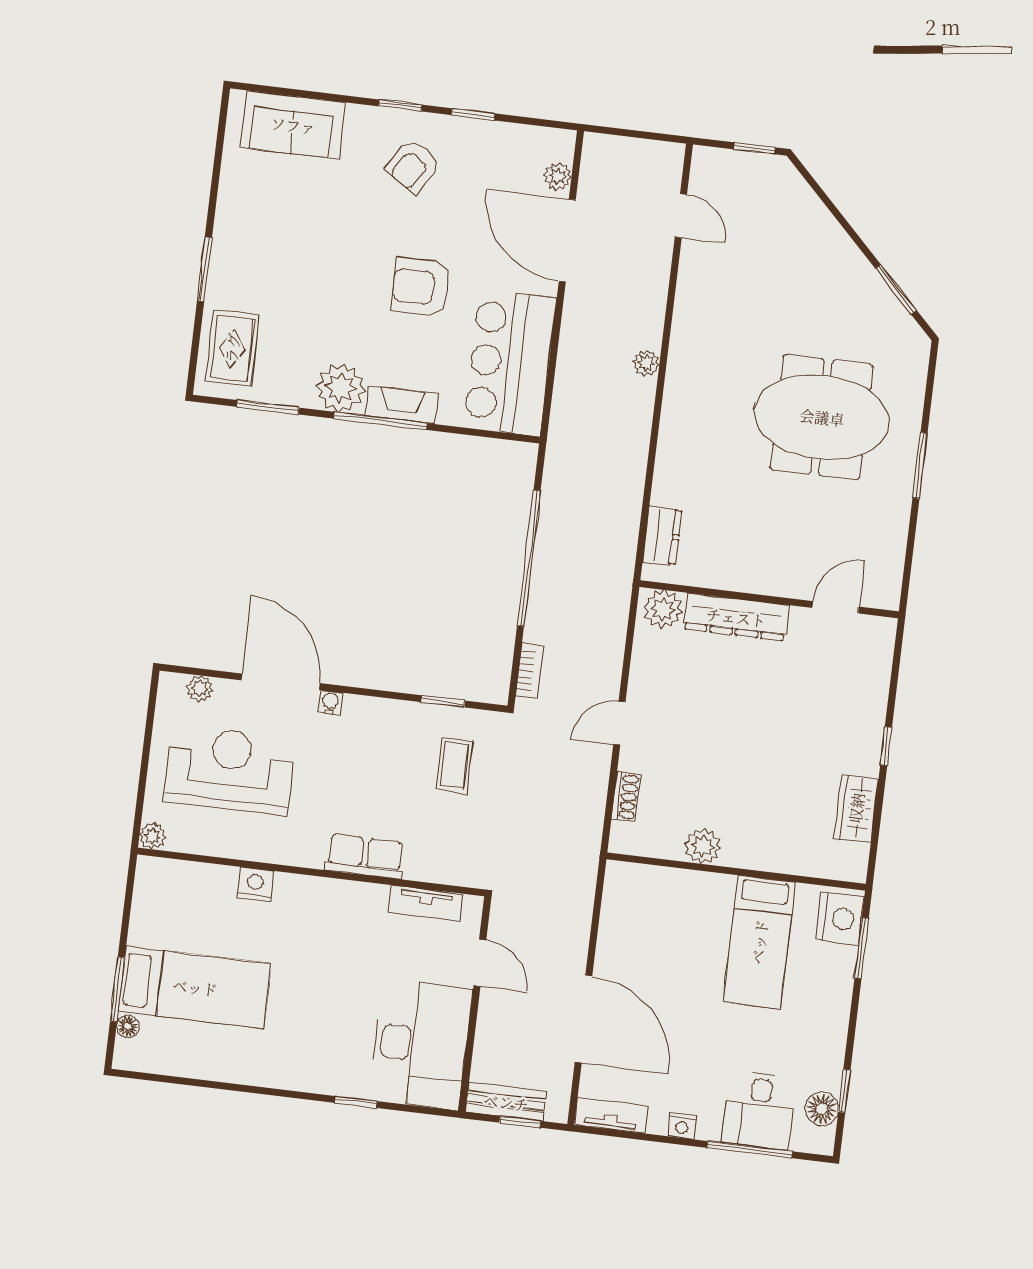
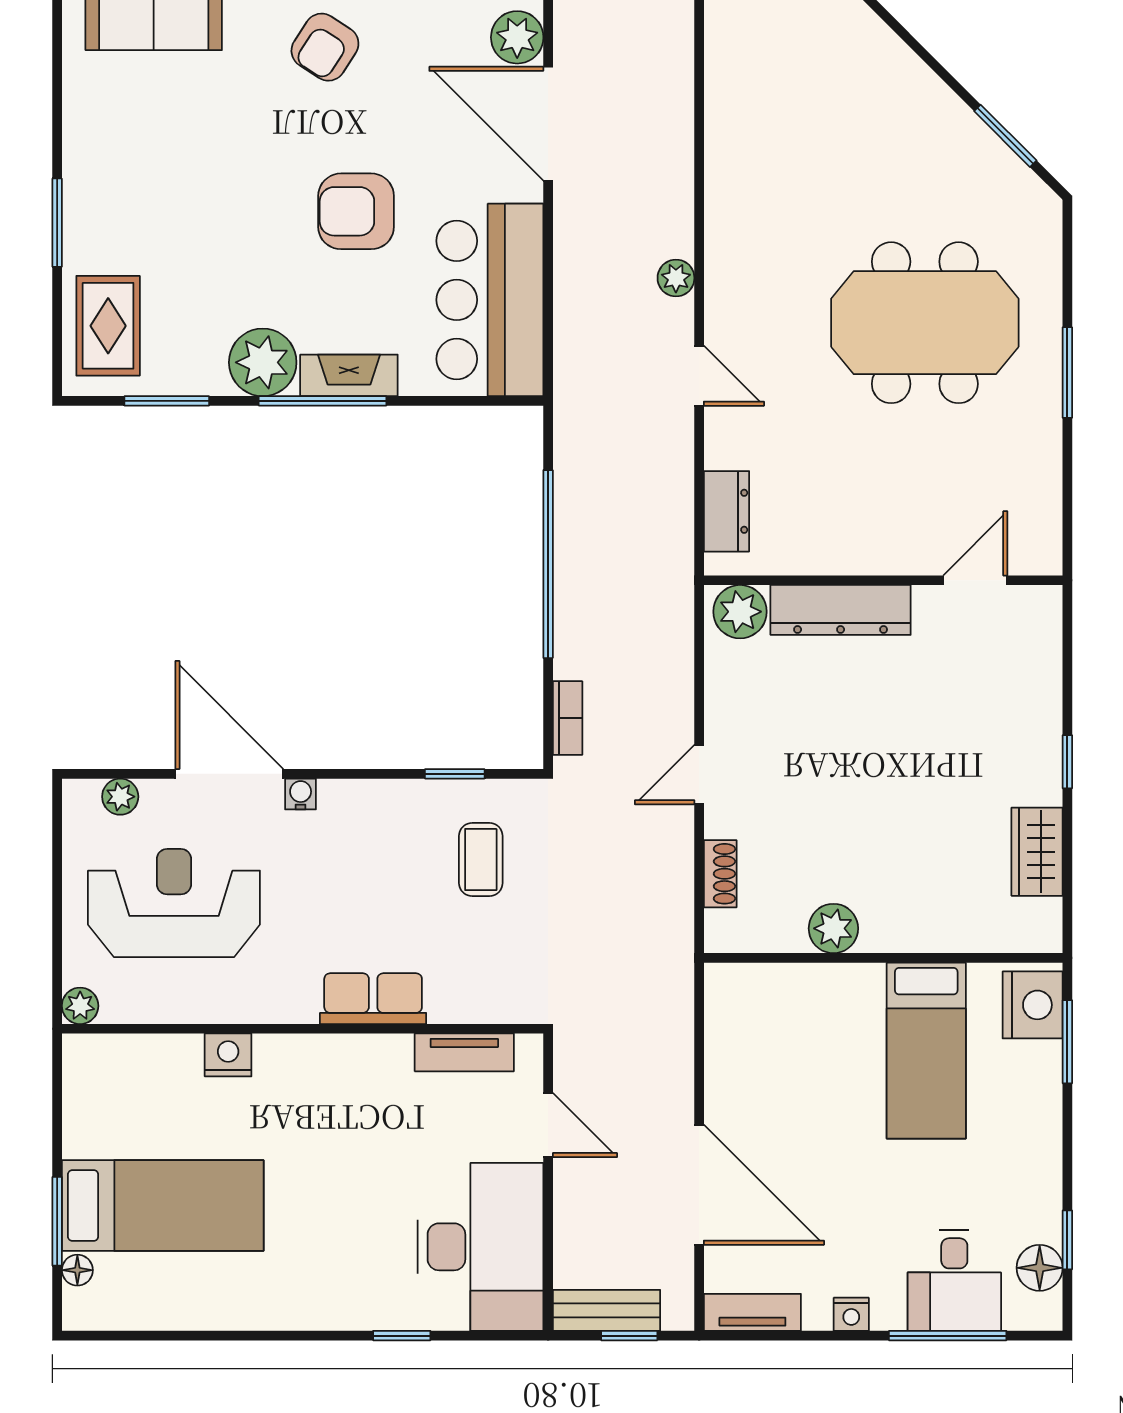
plant: (558, 176) -> (517, 37), width x1.38, depth x1.38
door: (681, 216) -> (699, 376), moved

